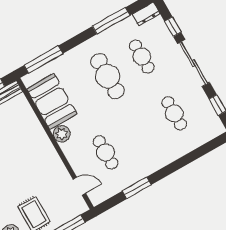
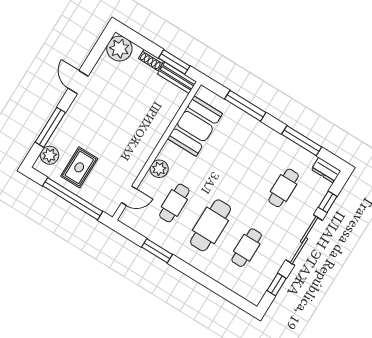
window: (43, 59) -> (245, 106), moved
cafe table: (107, 76) -> (211, 225), moved
plant: (62, 134) -> (159, 169), moved
door: (79, 186) -> (129, 196), hinge flipped

